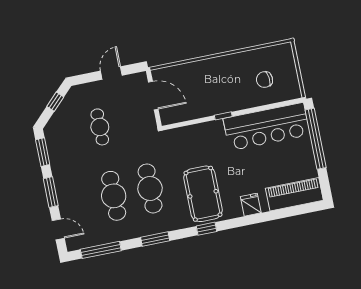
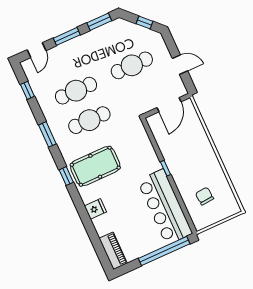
cafe table: (100, 127) -> (132, 65), width x1.37, depth x1.35
piano: (294, 194) -> (113, 251), width x0.73, depth x0.75
window: (101, 250) -> (27, 90), width x0.46

